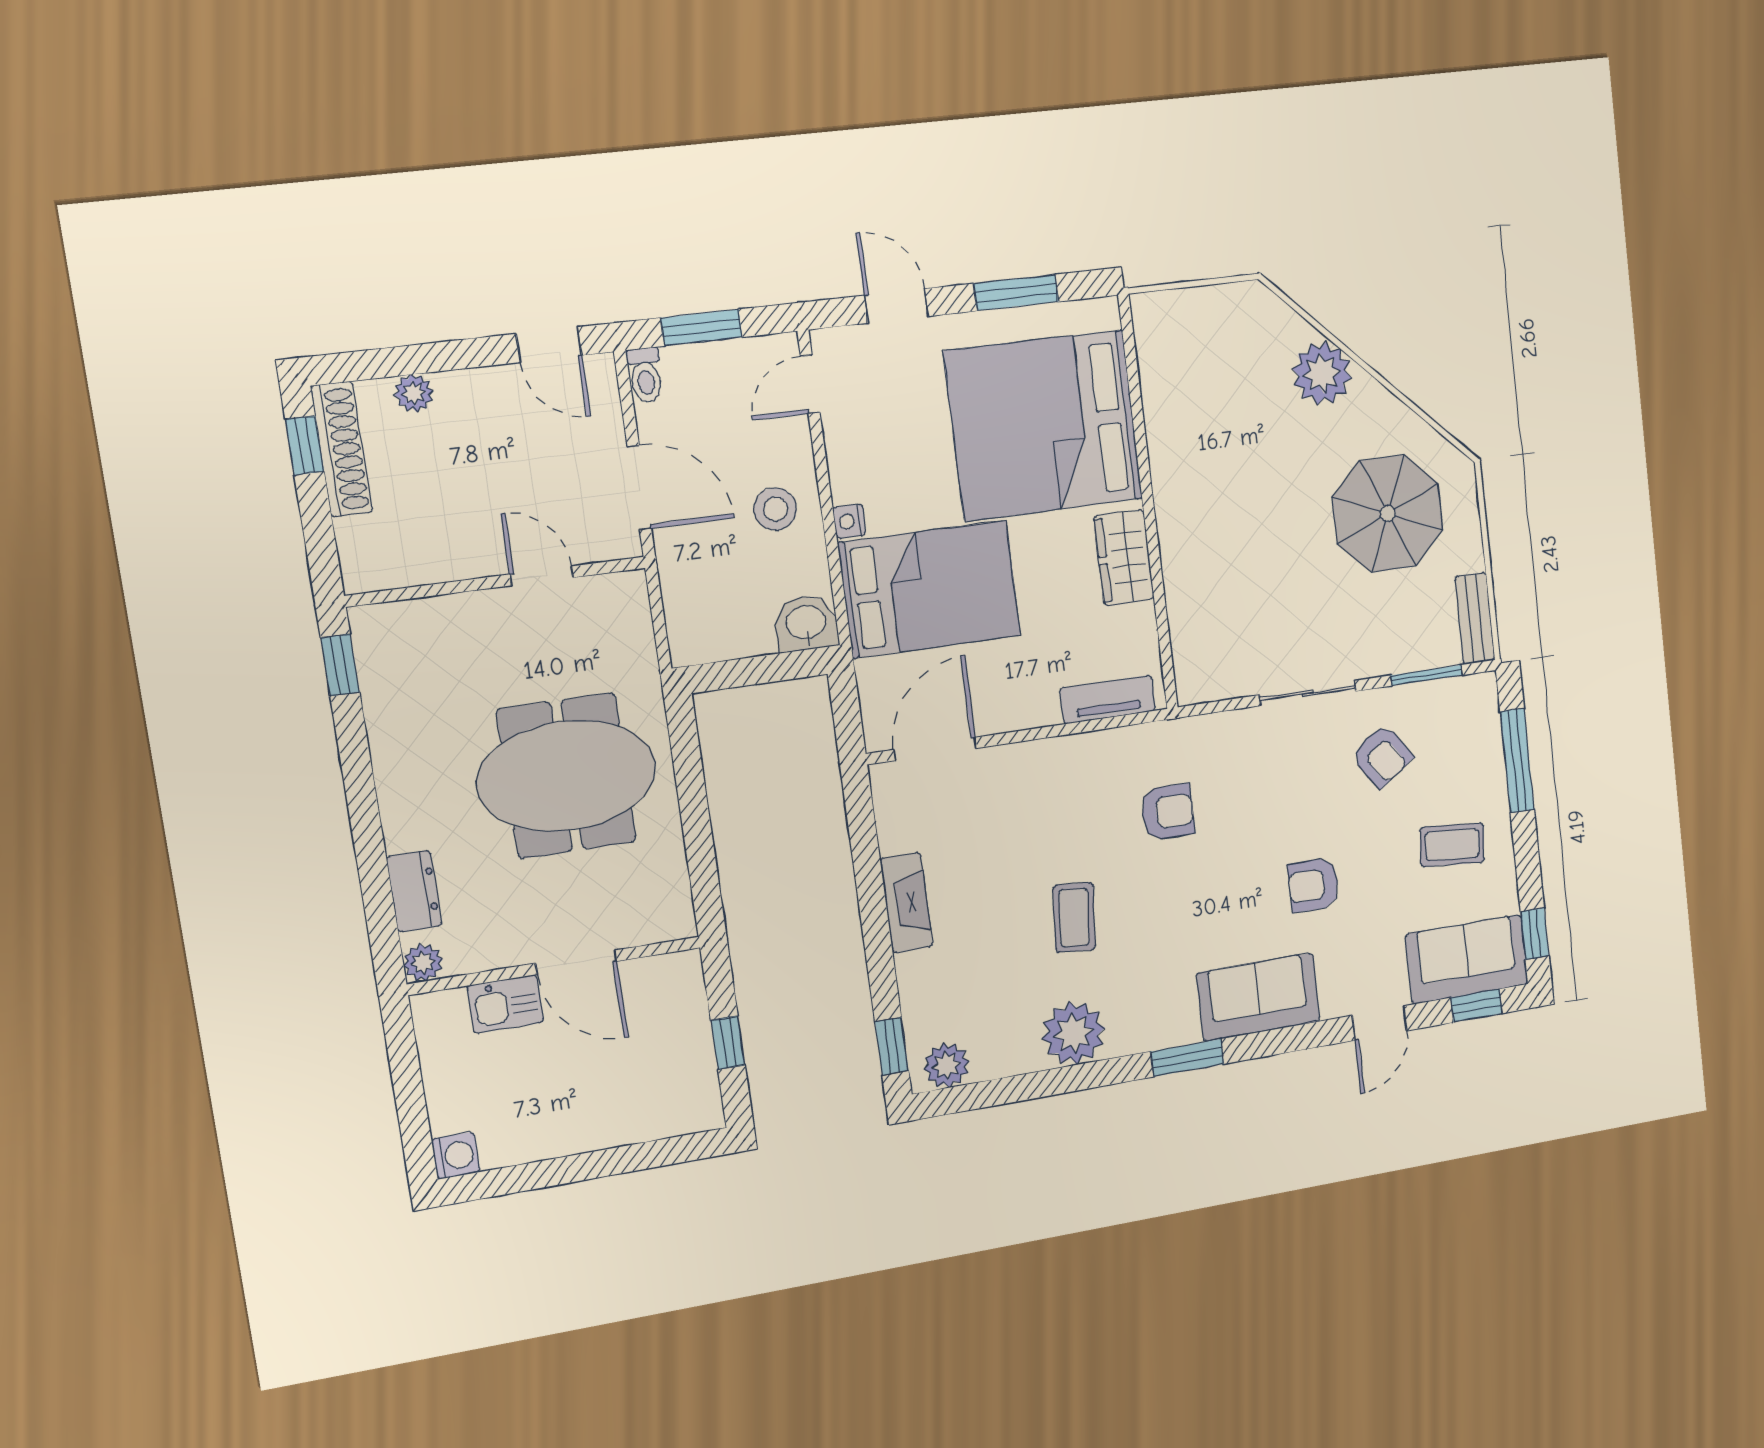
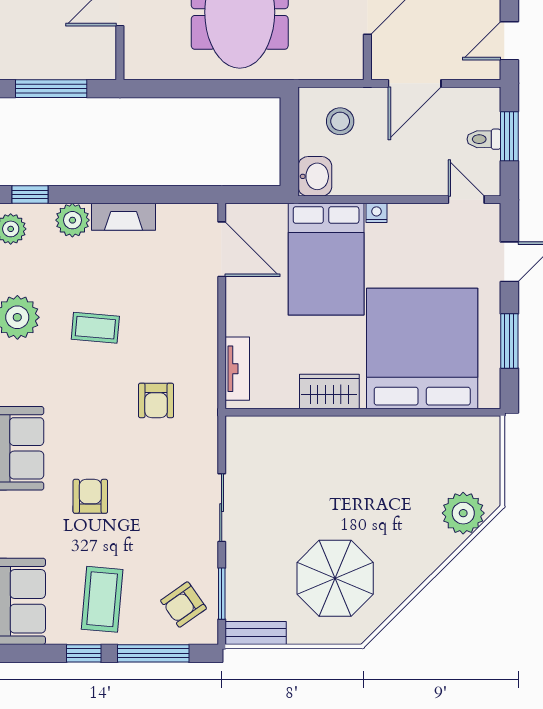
plant: (1322, 373) -> (463, 513), moved
toilet: (645, 375) -> (484, 139), moved
stool: (775, 509) -> (340, 121), moved
armchair: (1382, 756) -> (184, 605), moved
coffee table: (1452, 845) -> (102, 599), width x1.36, depth x1.30
window: (1535, 934) -> (84, 653), moved
plant: (921, 977) -> (72, 220), added
window: (728, 1043) -> (51, 89), width x2.17

